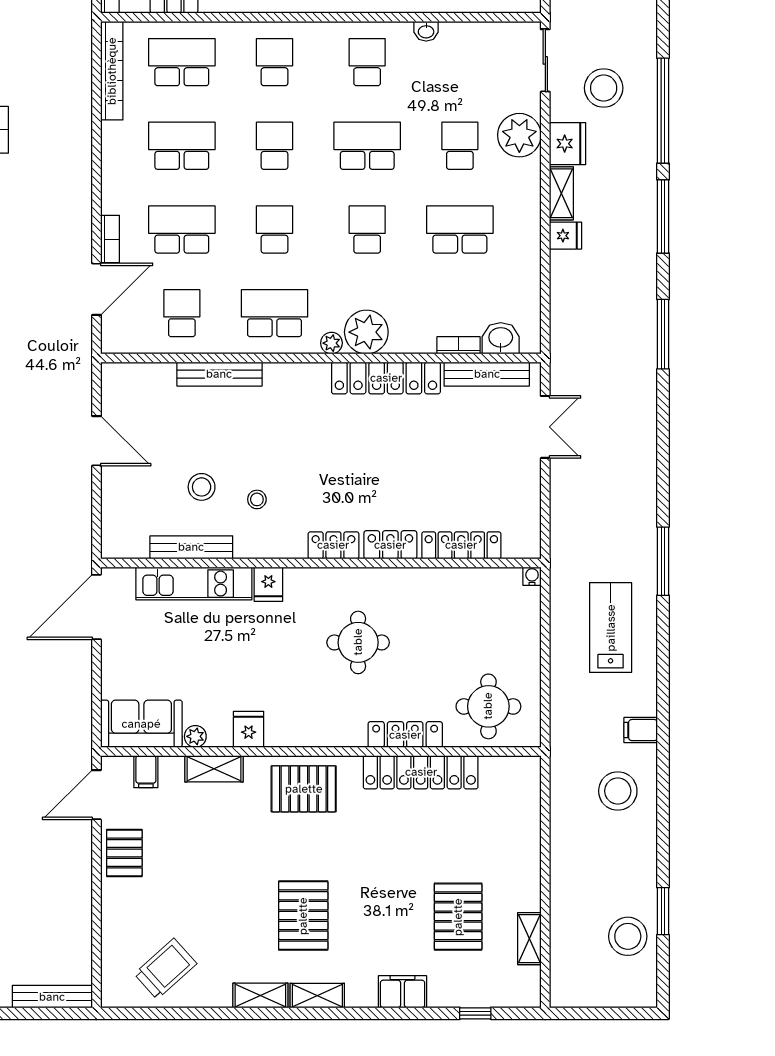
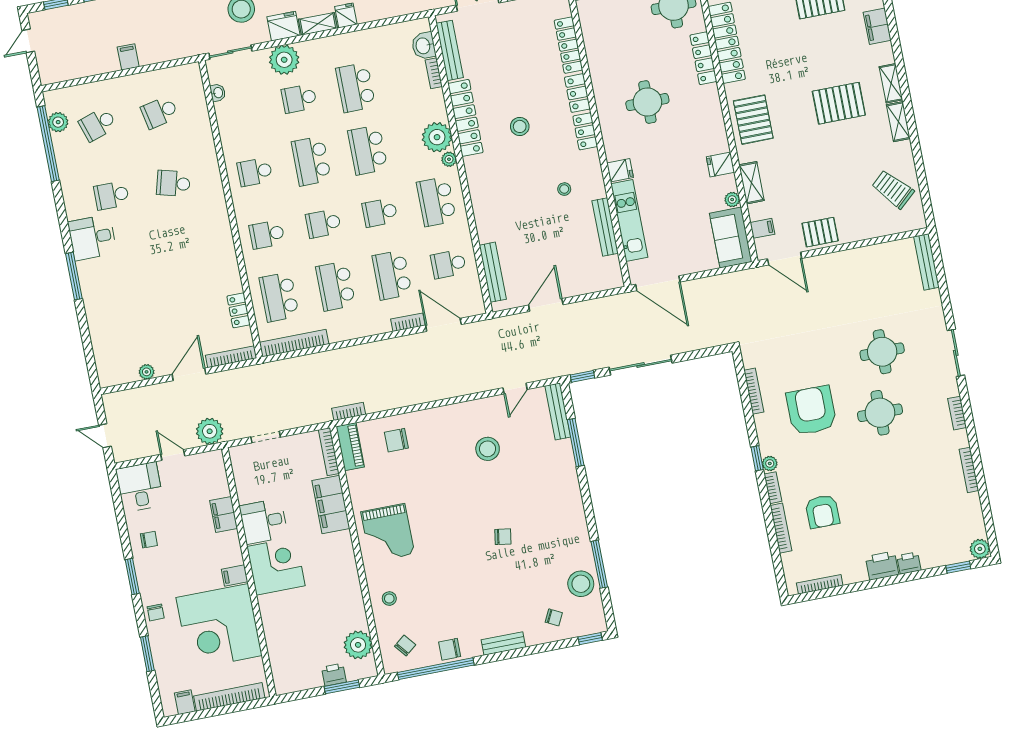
washbasin: (426, 31) -> (218, 93), moved
school desk: (367, 229) -> (368, 150), width x1.85
bench: (219, 374) -> (493, 272), moved
stool: (202, 487) -> (520, 126), moved

